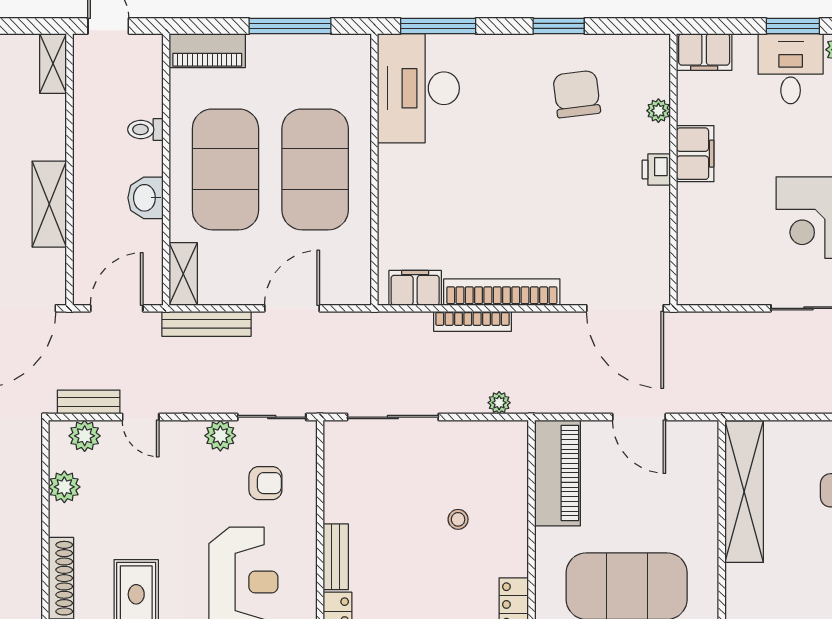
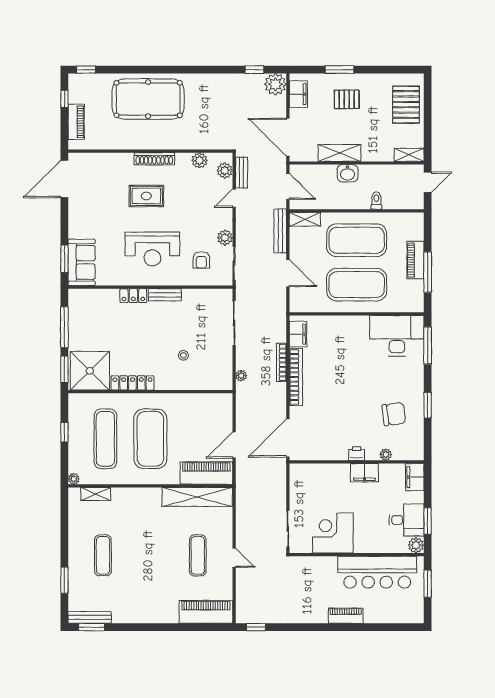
piano: (207, 51) -> (415, 260), moved
washbasin: (146, 198) -> (348, 173), moved, turned 180
piano: (558, 473) -> (206, 473), moved, turned 180

